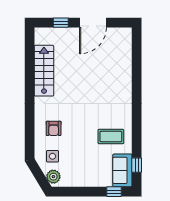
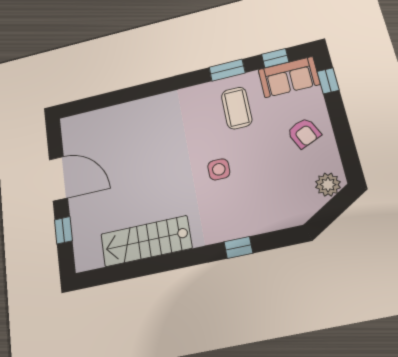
window: (30, 121) -> (238, 247), added
armchair: (54, 128) -> (304, 133), moved, turned 66
window: (137, 136) -> (227, 70), added
side table: (52, 156) -> (219, 169), moved

